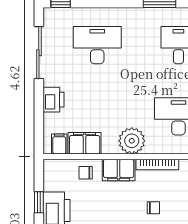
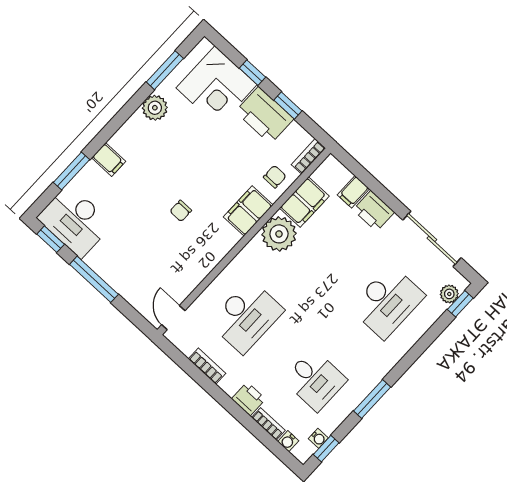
plant: (61, 14) -> (449, 294), added
plant: (132, 141) -> (279, 234), moved
filing cabinet: (59, 144) -> (353, 192), moved, turned 90
bookcase: (157, 165) -> (308, 156), moved, width x0.64

